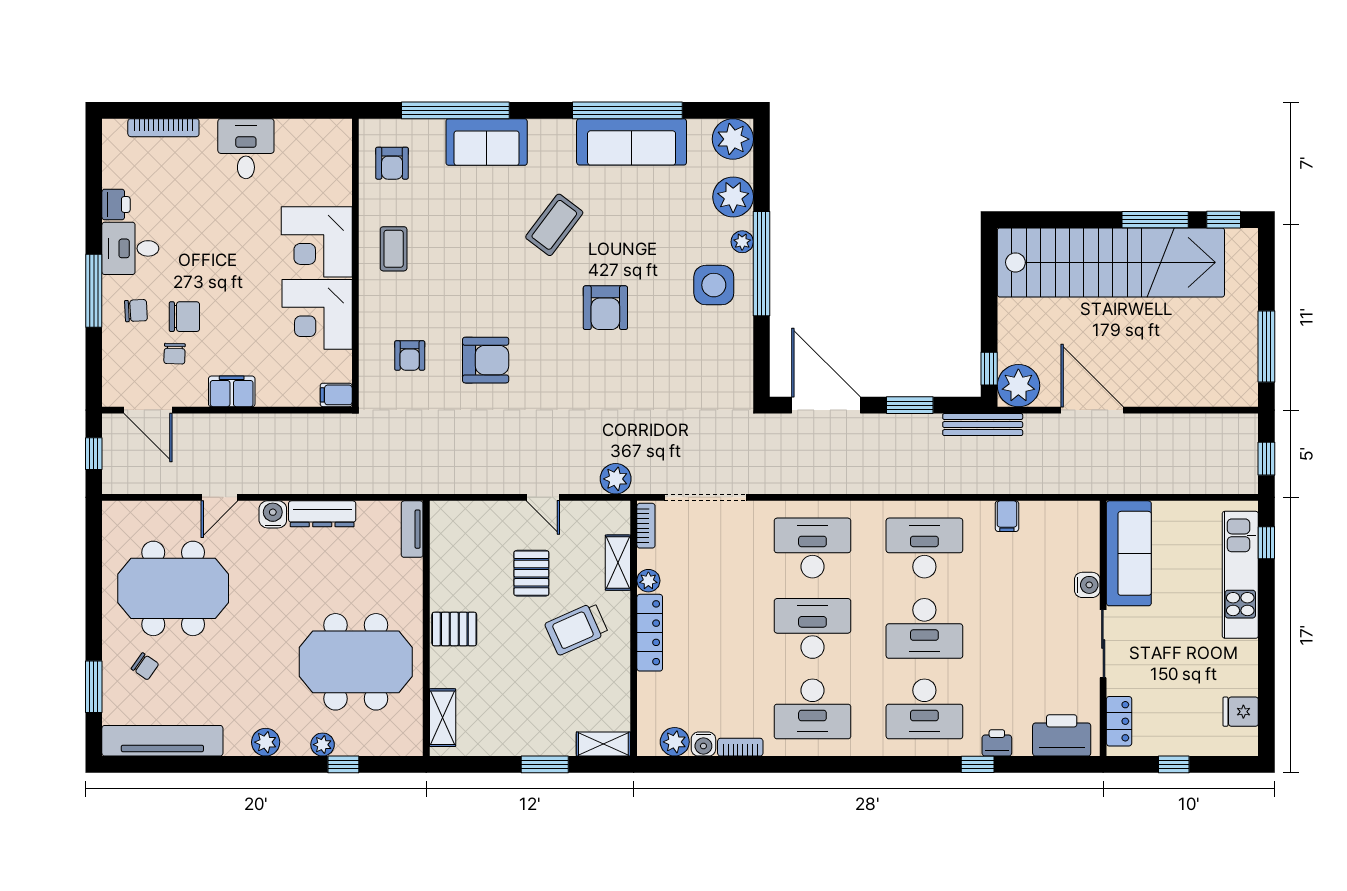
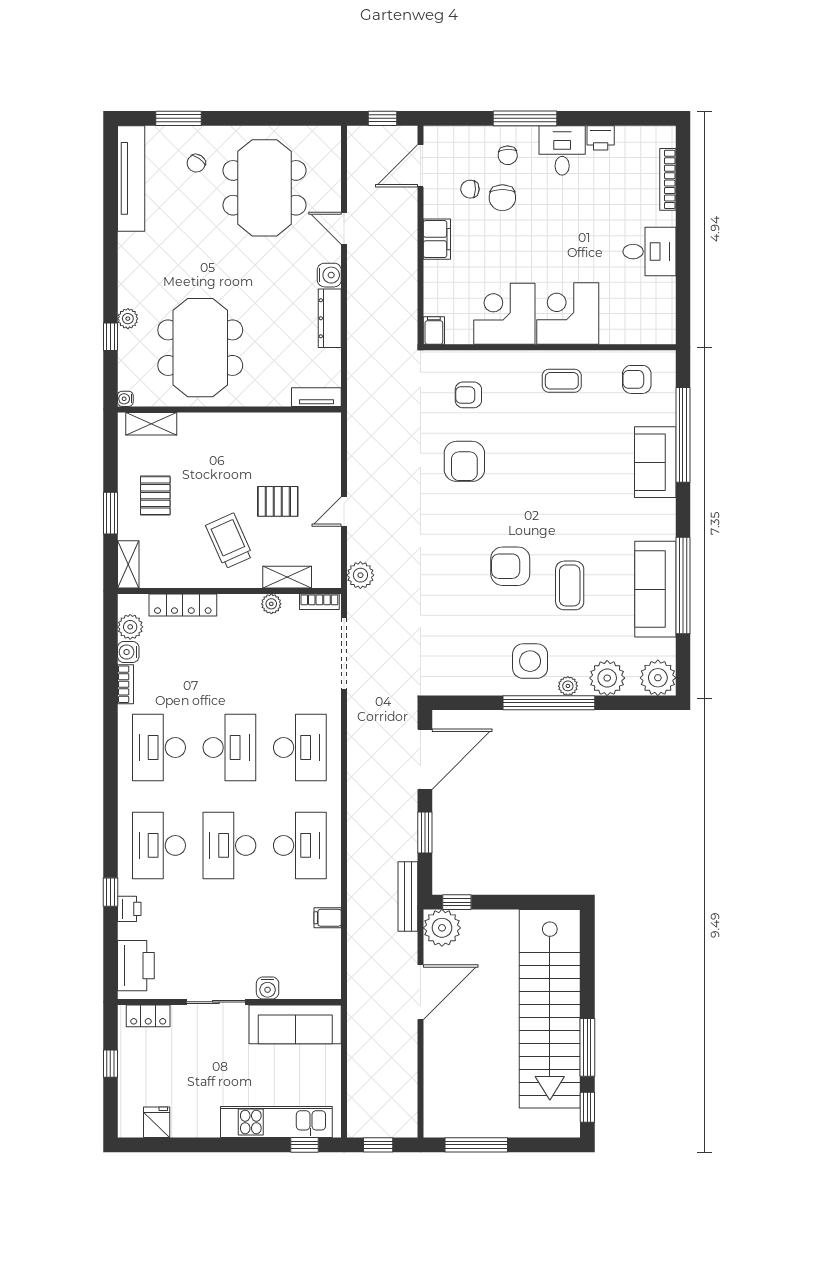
coffee table: (554, 225) -> (570, 585), moved, turned 53
pallet: (454, 629) -> (155, 496), moved
locker: (650, 633) -> (183, 605), moved
plant: (266, 742) -> (130, 269), removed
water cooler: (414, 747) -> (125, 399), added

